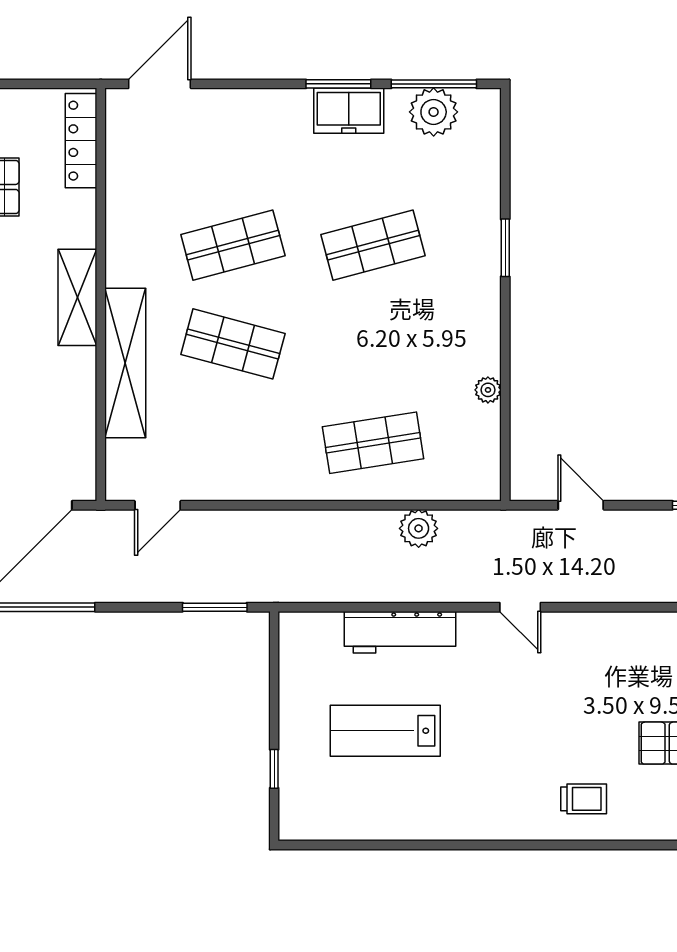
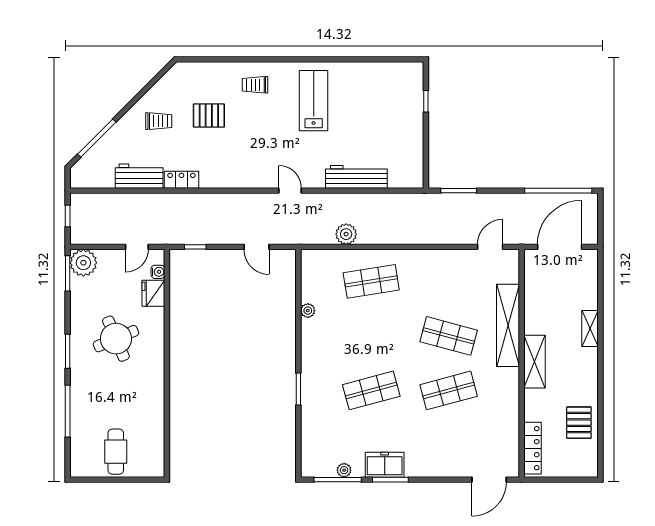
plant: (434, 112) -> (344, 470), width x0.53, depth x0.53
lab bench: (385, 731) -> (314, 101), moved, turned -90

